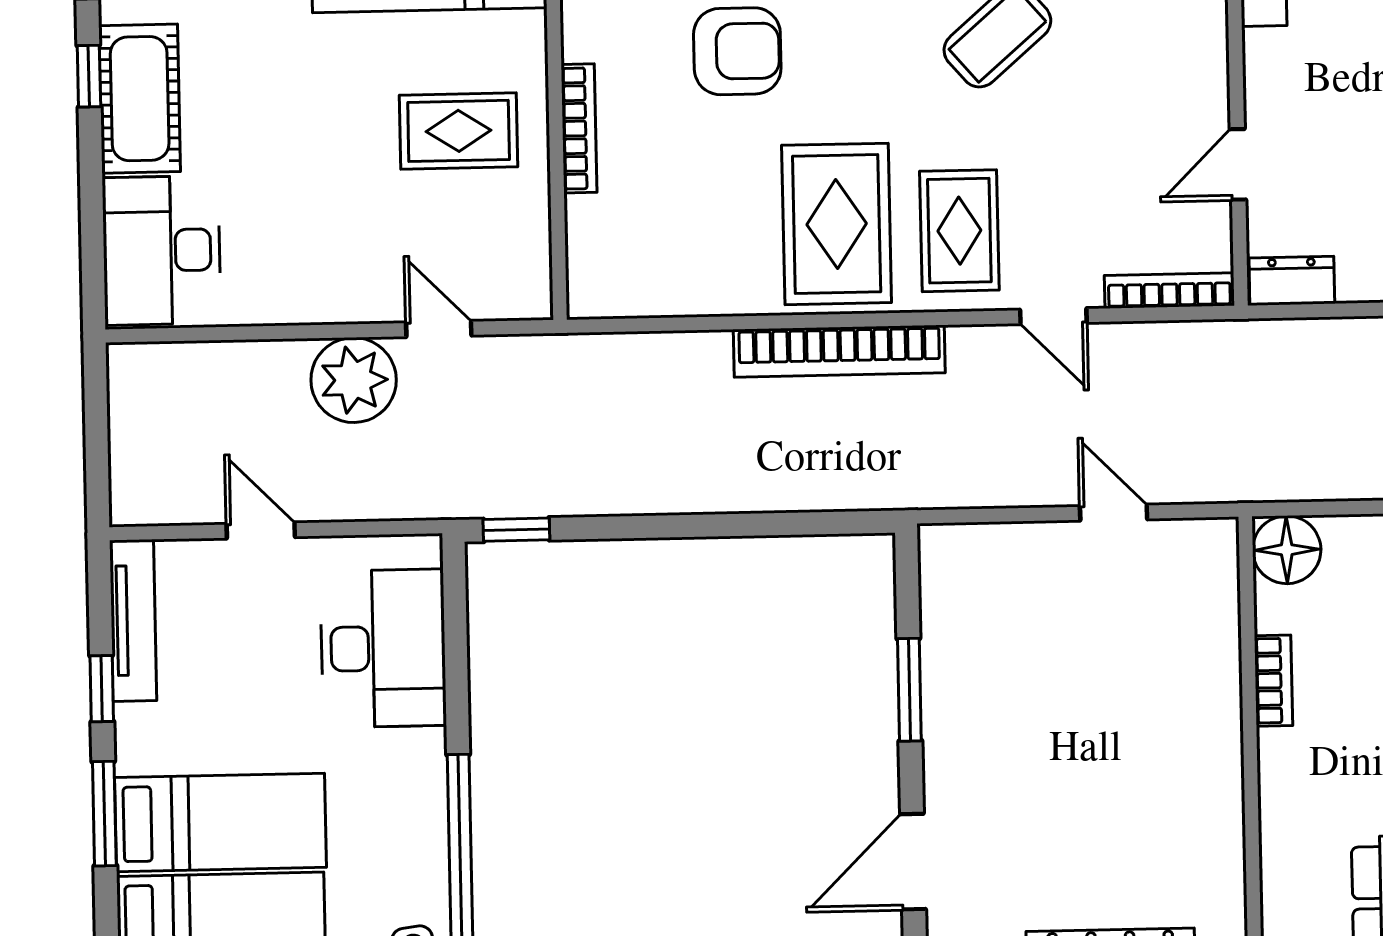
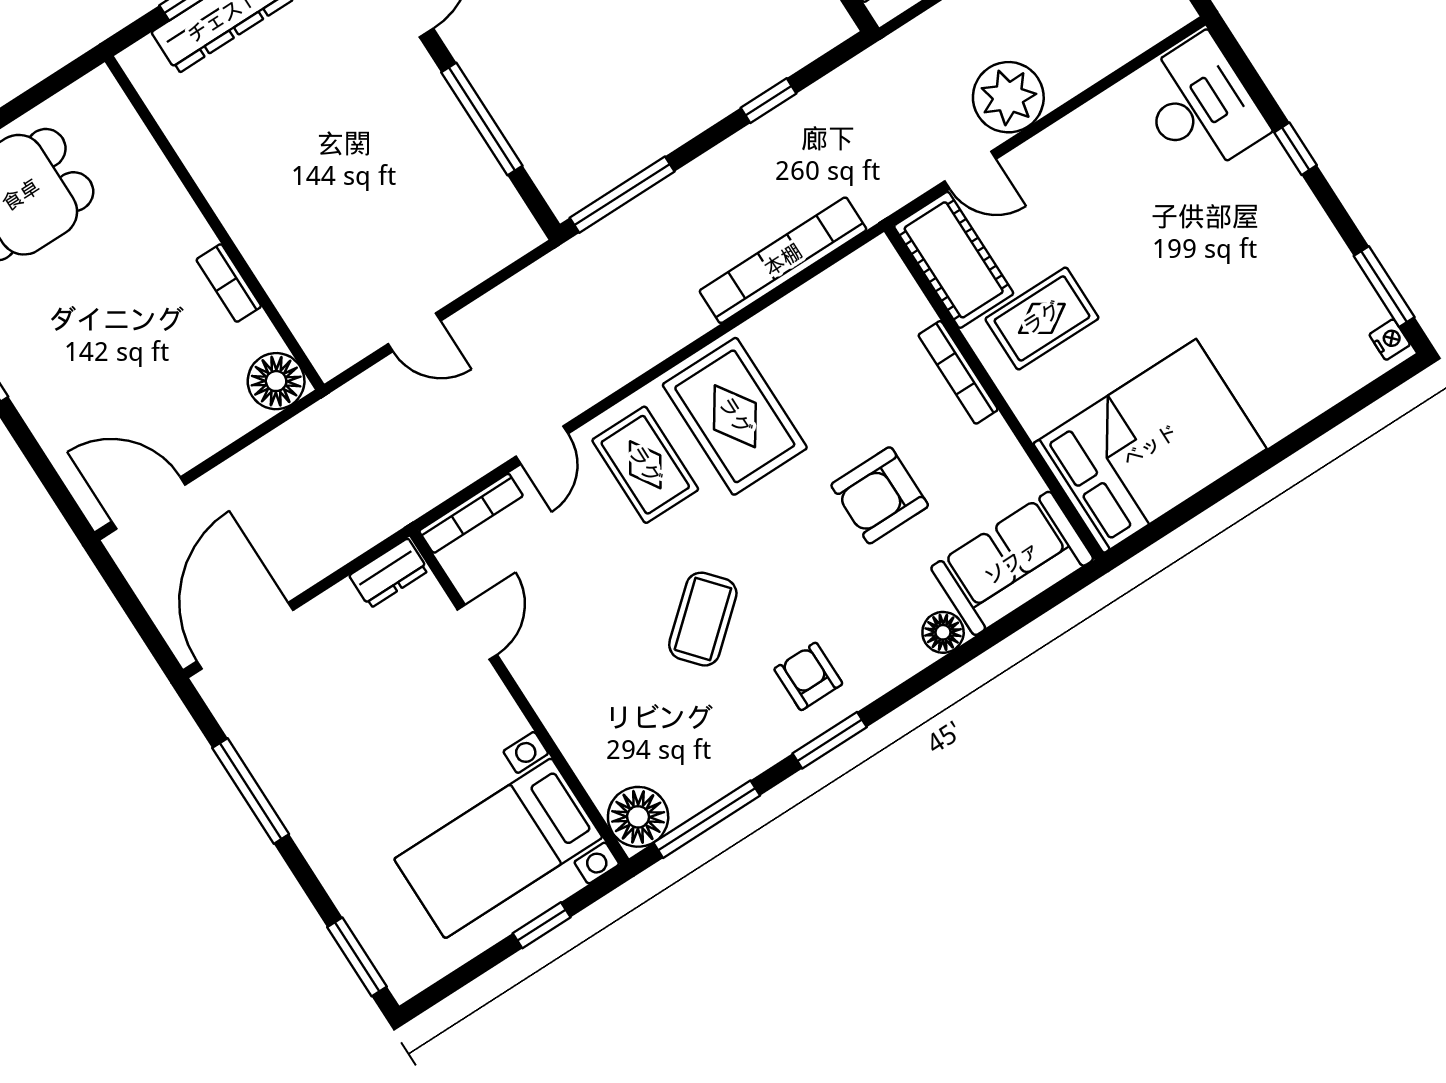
window: (89, 76) -> (1296, 149), moved
cot: (140, 99) -> (954, 260), moved
door: (1053, 316) -> (542, 445), swing flipped
bookcase: (839, 351) -> (783, 260), moved
window: (813, 523) -> (622, 195), added
window: (516, 530) -> (769, 101), moved
window: (909, 690) -> (482, 119), width x1.44

